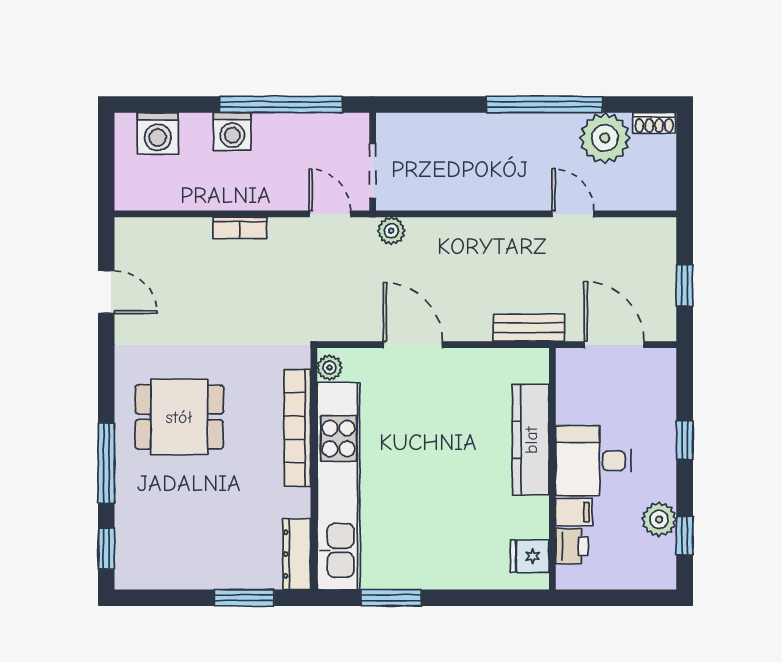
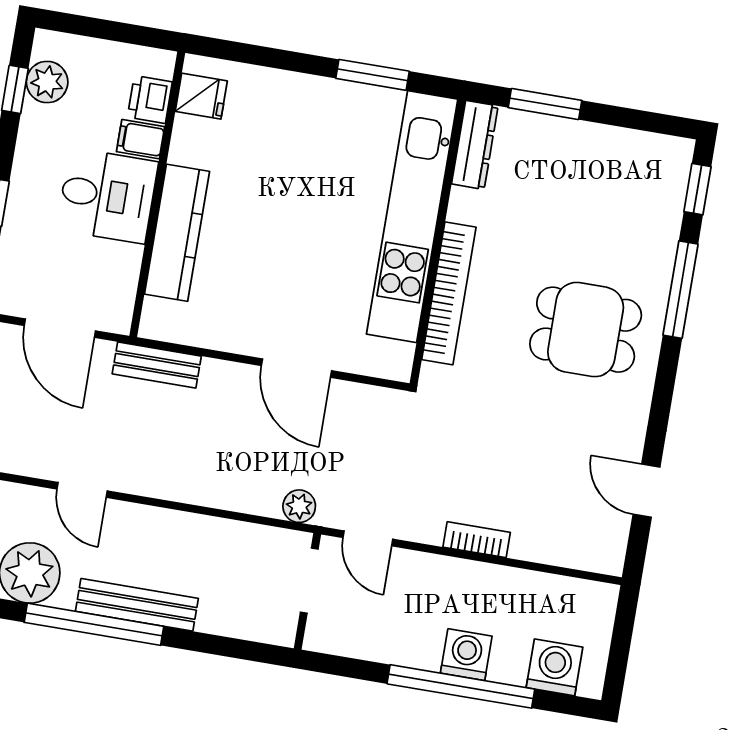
window: (281, 104) -> (461, 686), moved
bench: (512, 127) -> (137, 605), added
plant: (329, 368) -> (399, 358), removed
plant: (659, 520) -> (47, 82), moved

